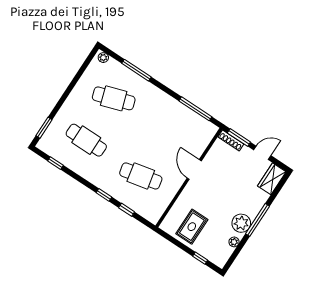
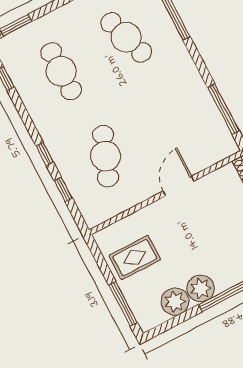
cafe table: (141, 176) -> (106, 156), turned 33
plant: (234, 242) -> (175, 302), width x1.87, depth x1.87
window: (200, 258) -> (123, 304), width x2.17

